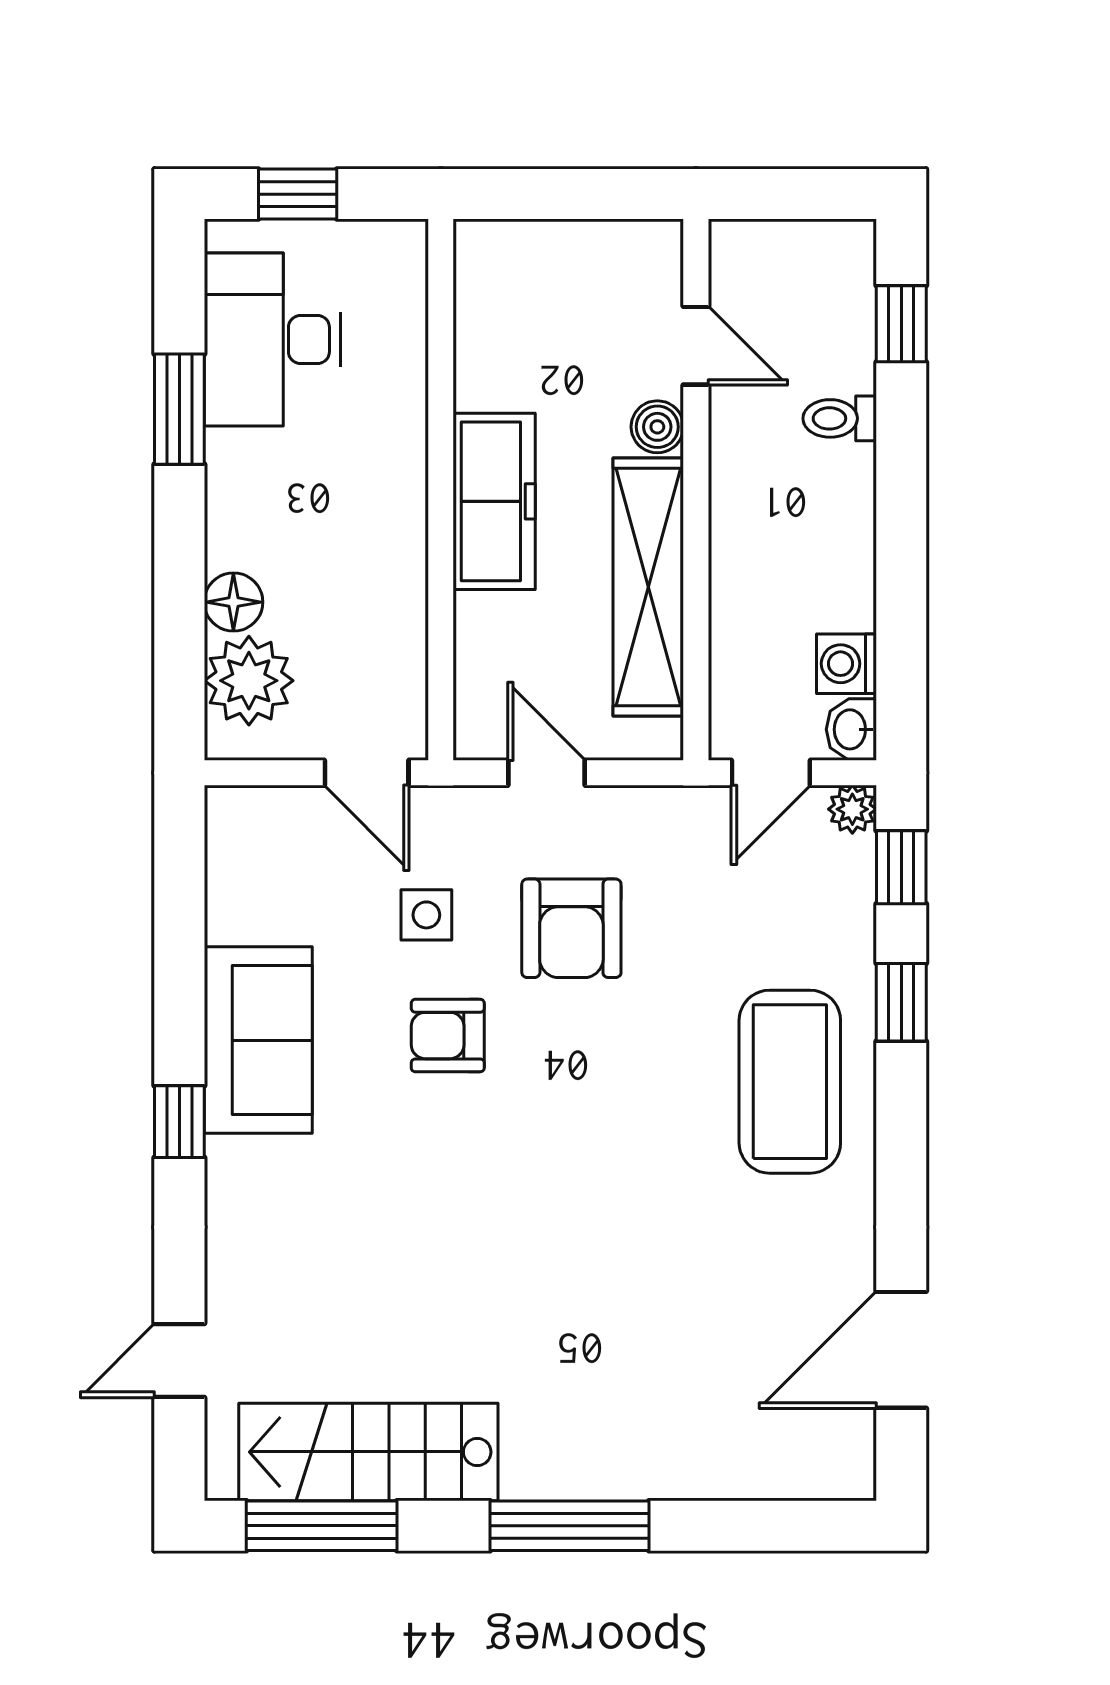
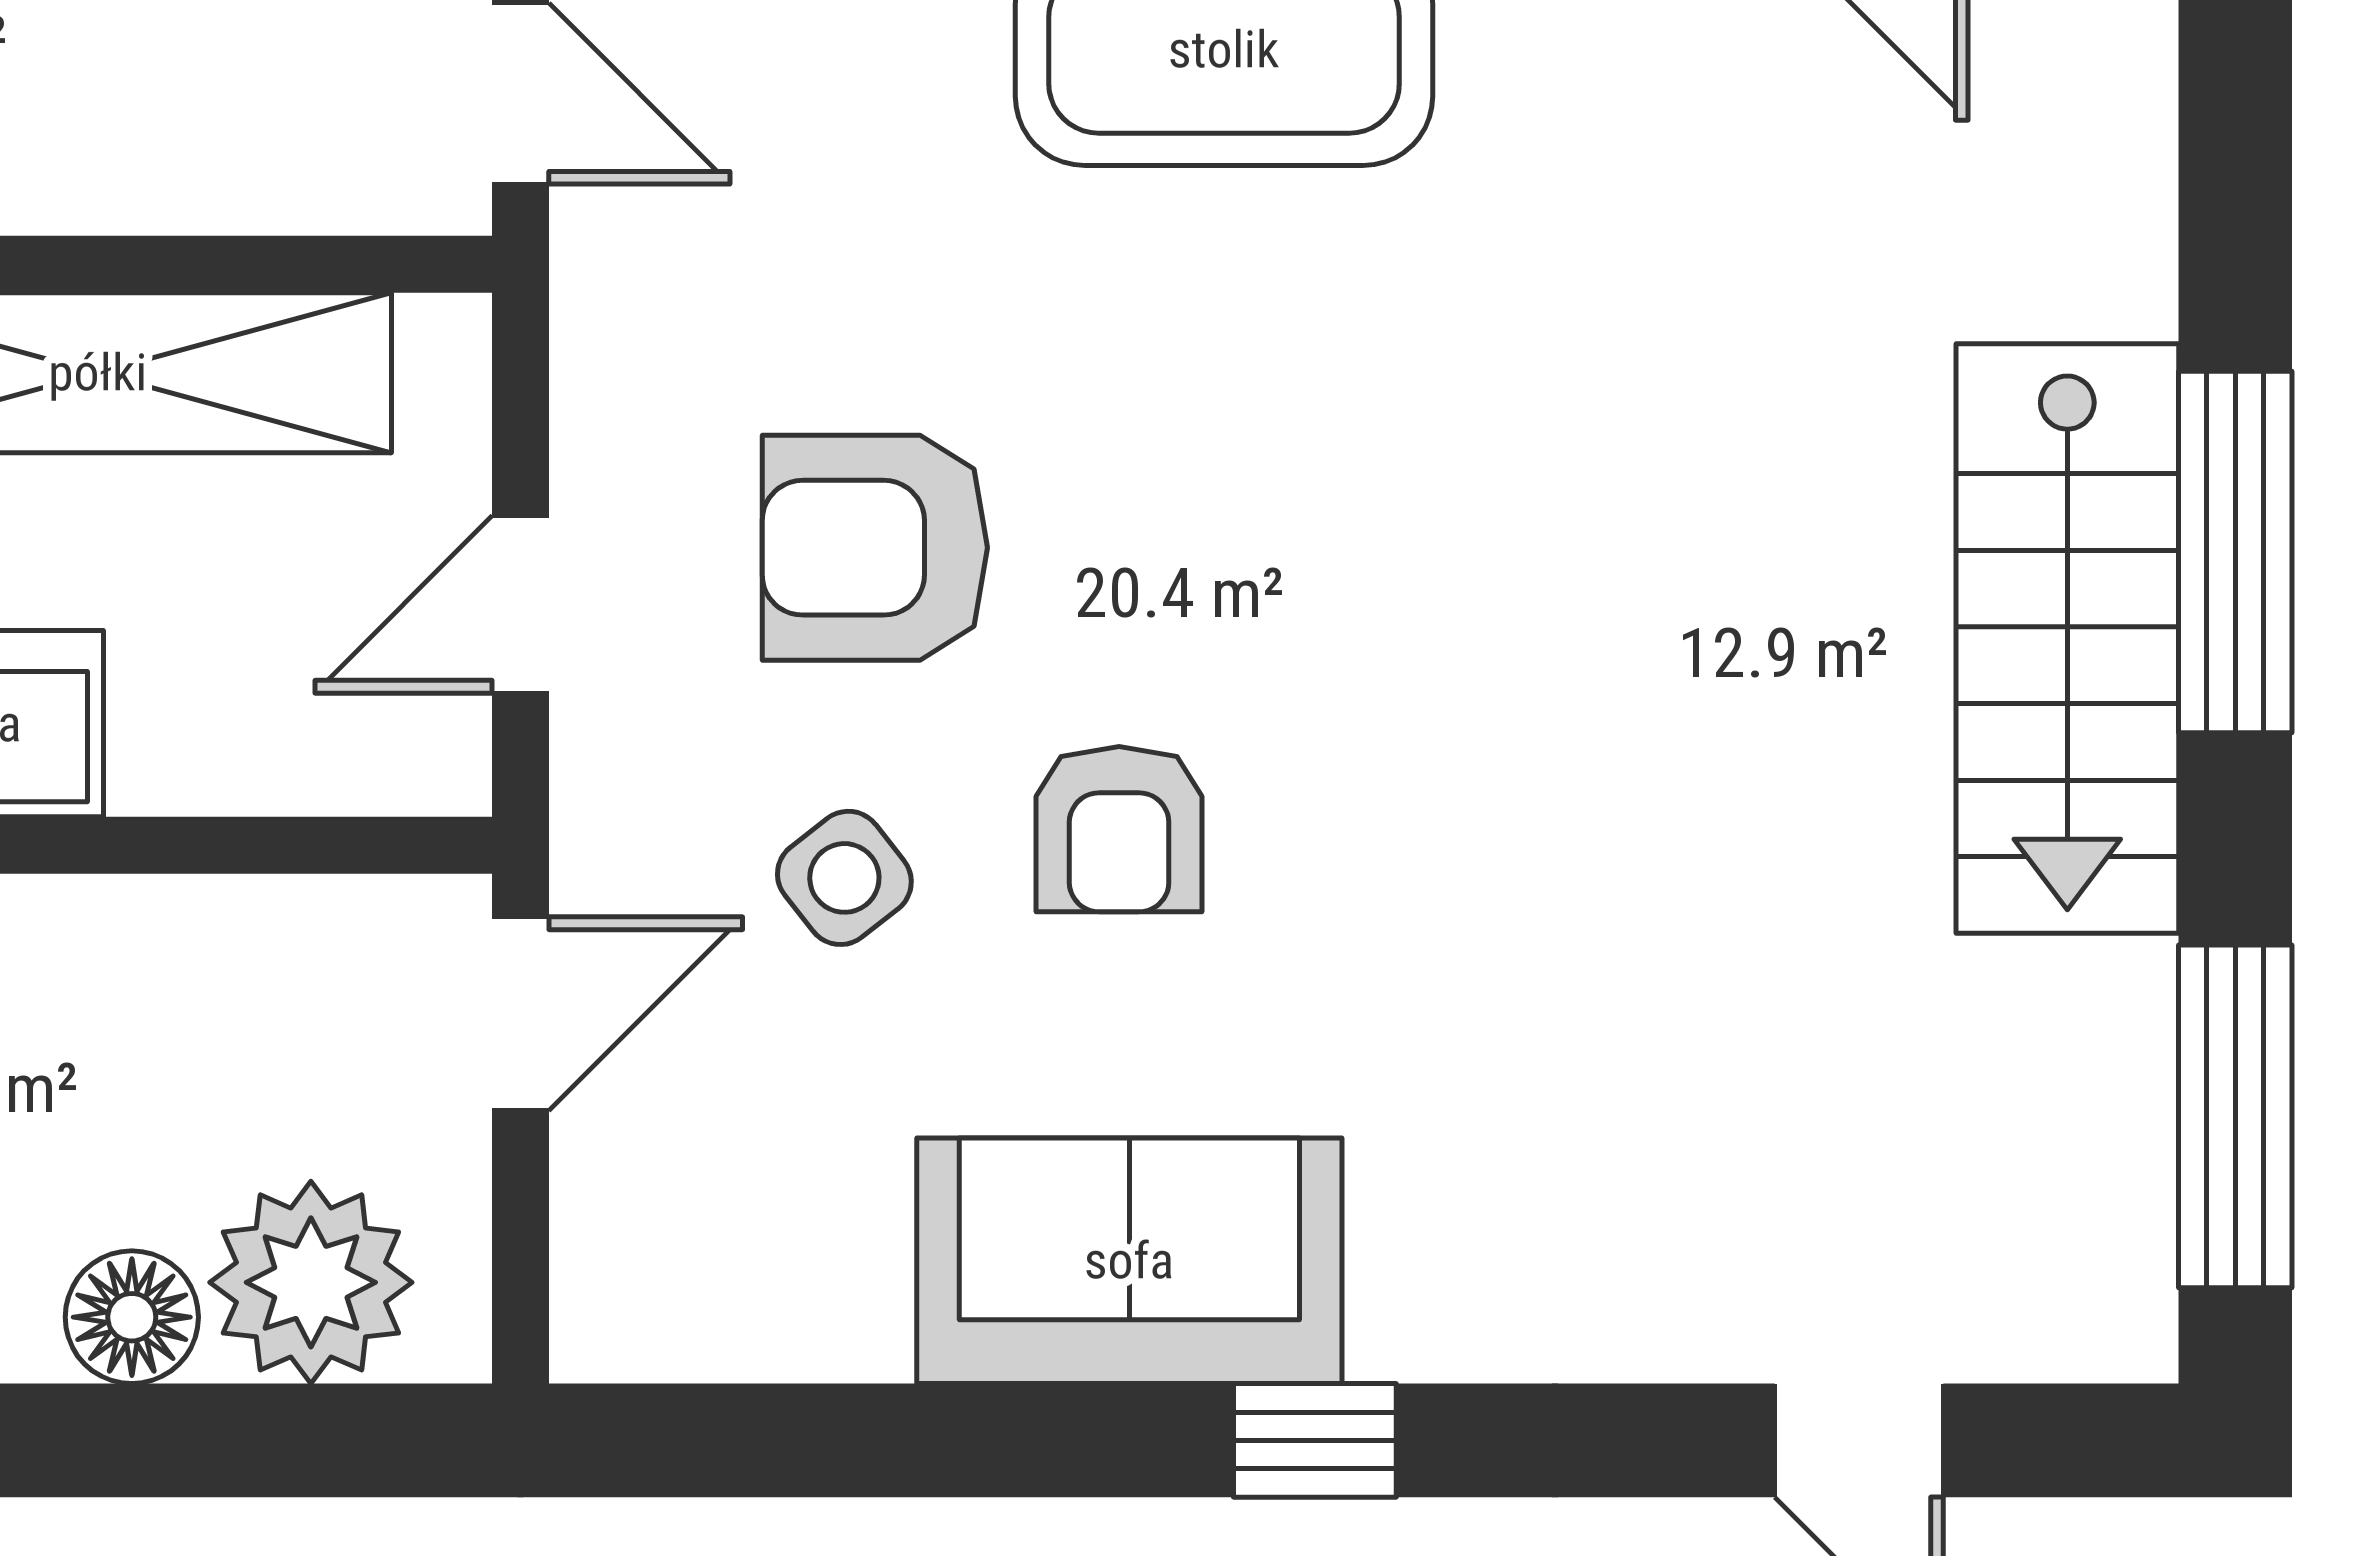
side table: (426, 915) -> (844, 878), turned -38
armchair: (571, 928) -> (875, 548), turned 180
stairs: (368, 1452) -> (2067, 639), moved

